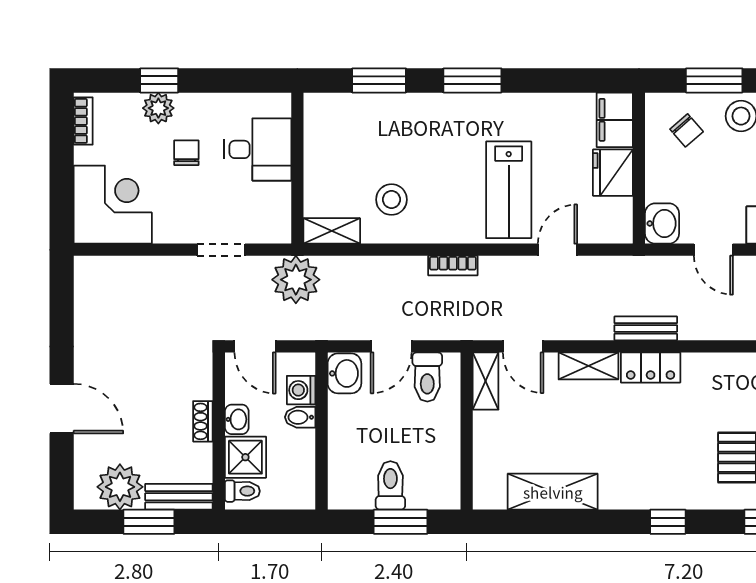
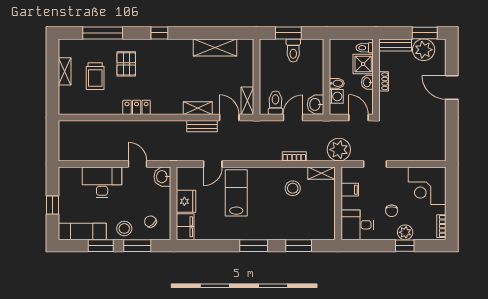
desk: (258, 149) -> (357, 225), moved
filing cabinet: (273, 197) -> (350, 190), added
bookcase: (453, 266) -> (294, 156), moved
bench: (646, 328) -> (202, 126), moved
locker: (651, 367) -> (137, 107), moved
window: (149, 522) -> (425, 33), moved

